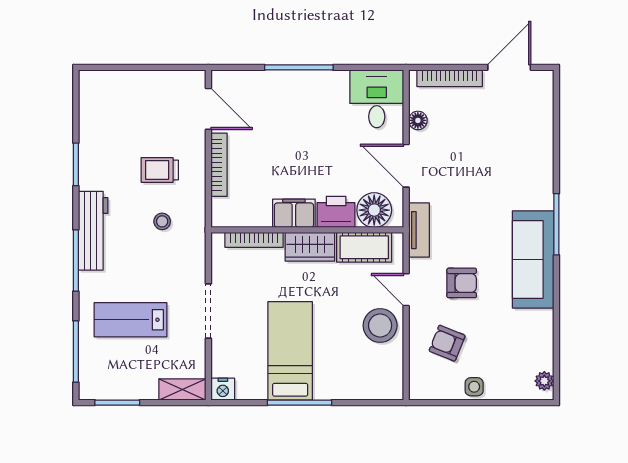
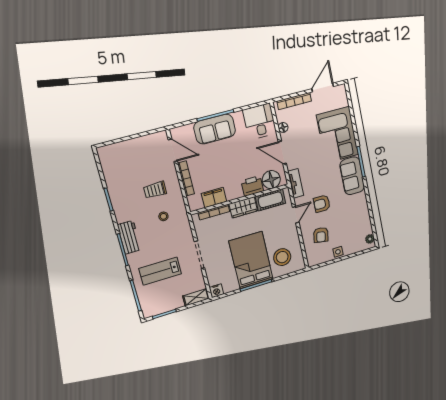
sofa: (292, 91) -> (215, 129), added
corner sofa: (520, 161) -> (338, 135), added
filing cabinet: (294, 213) -> (214, 197), moved
workbench: (93, 231) -> (129, 237), width x0.73
sofa: (533, 259) -> (352, 176), width x0.73
armchair: (462, 283) -> (322, 204), turned 180
door: (406, 290) -> (296, 215), swing flipped
stool: (380, 325) -> (282, 257), moved
armchair: (447, 343) -> (321, 235), turned -102
bed: (290, 351) -> (251, 260), width x1.50

